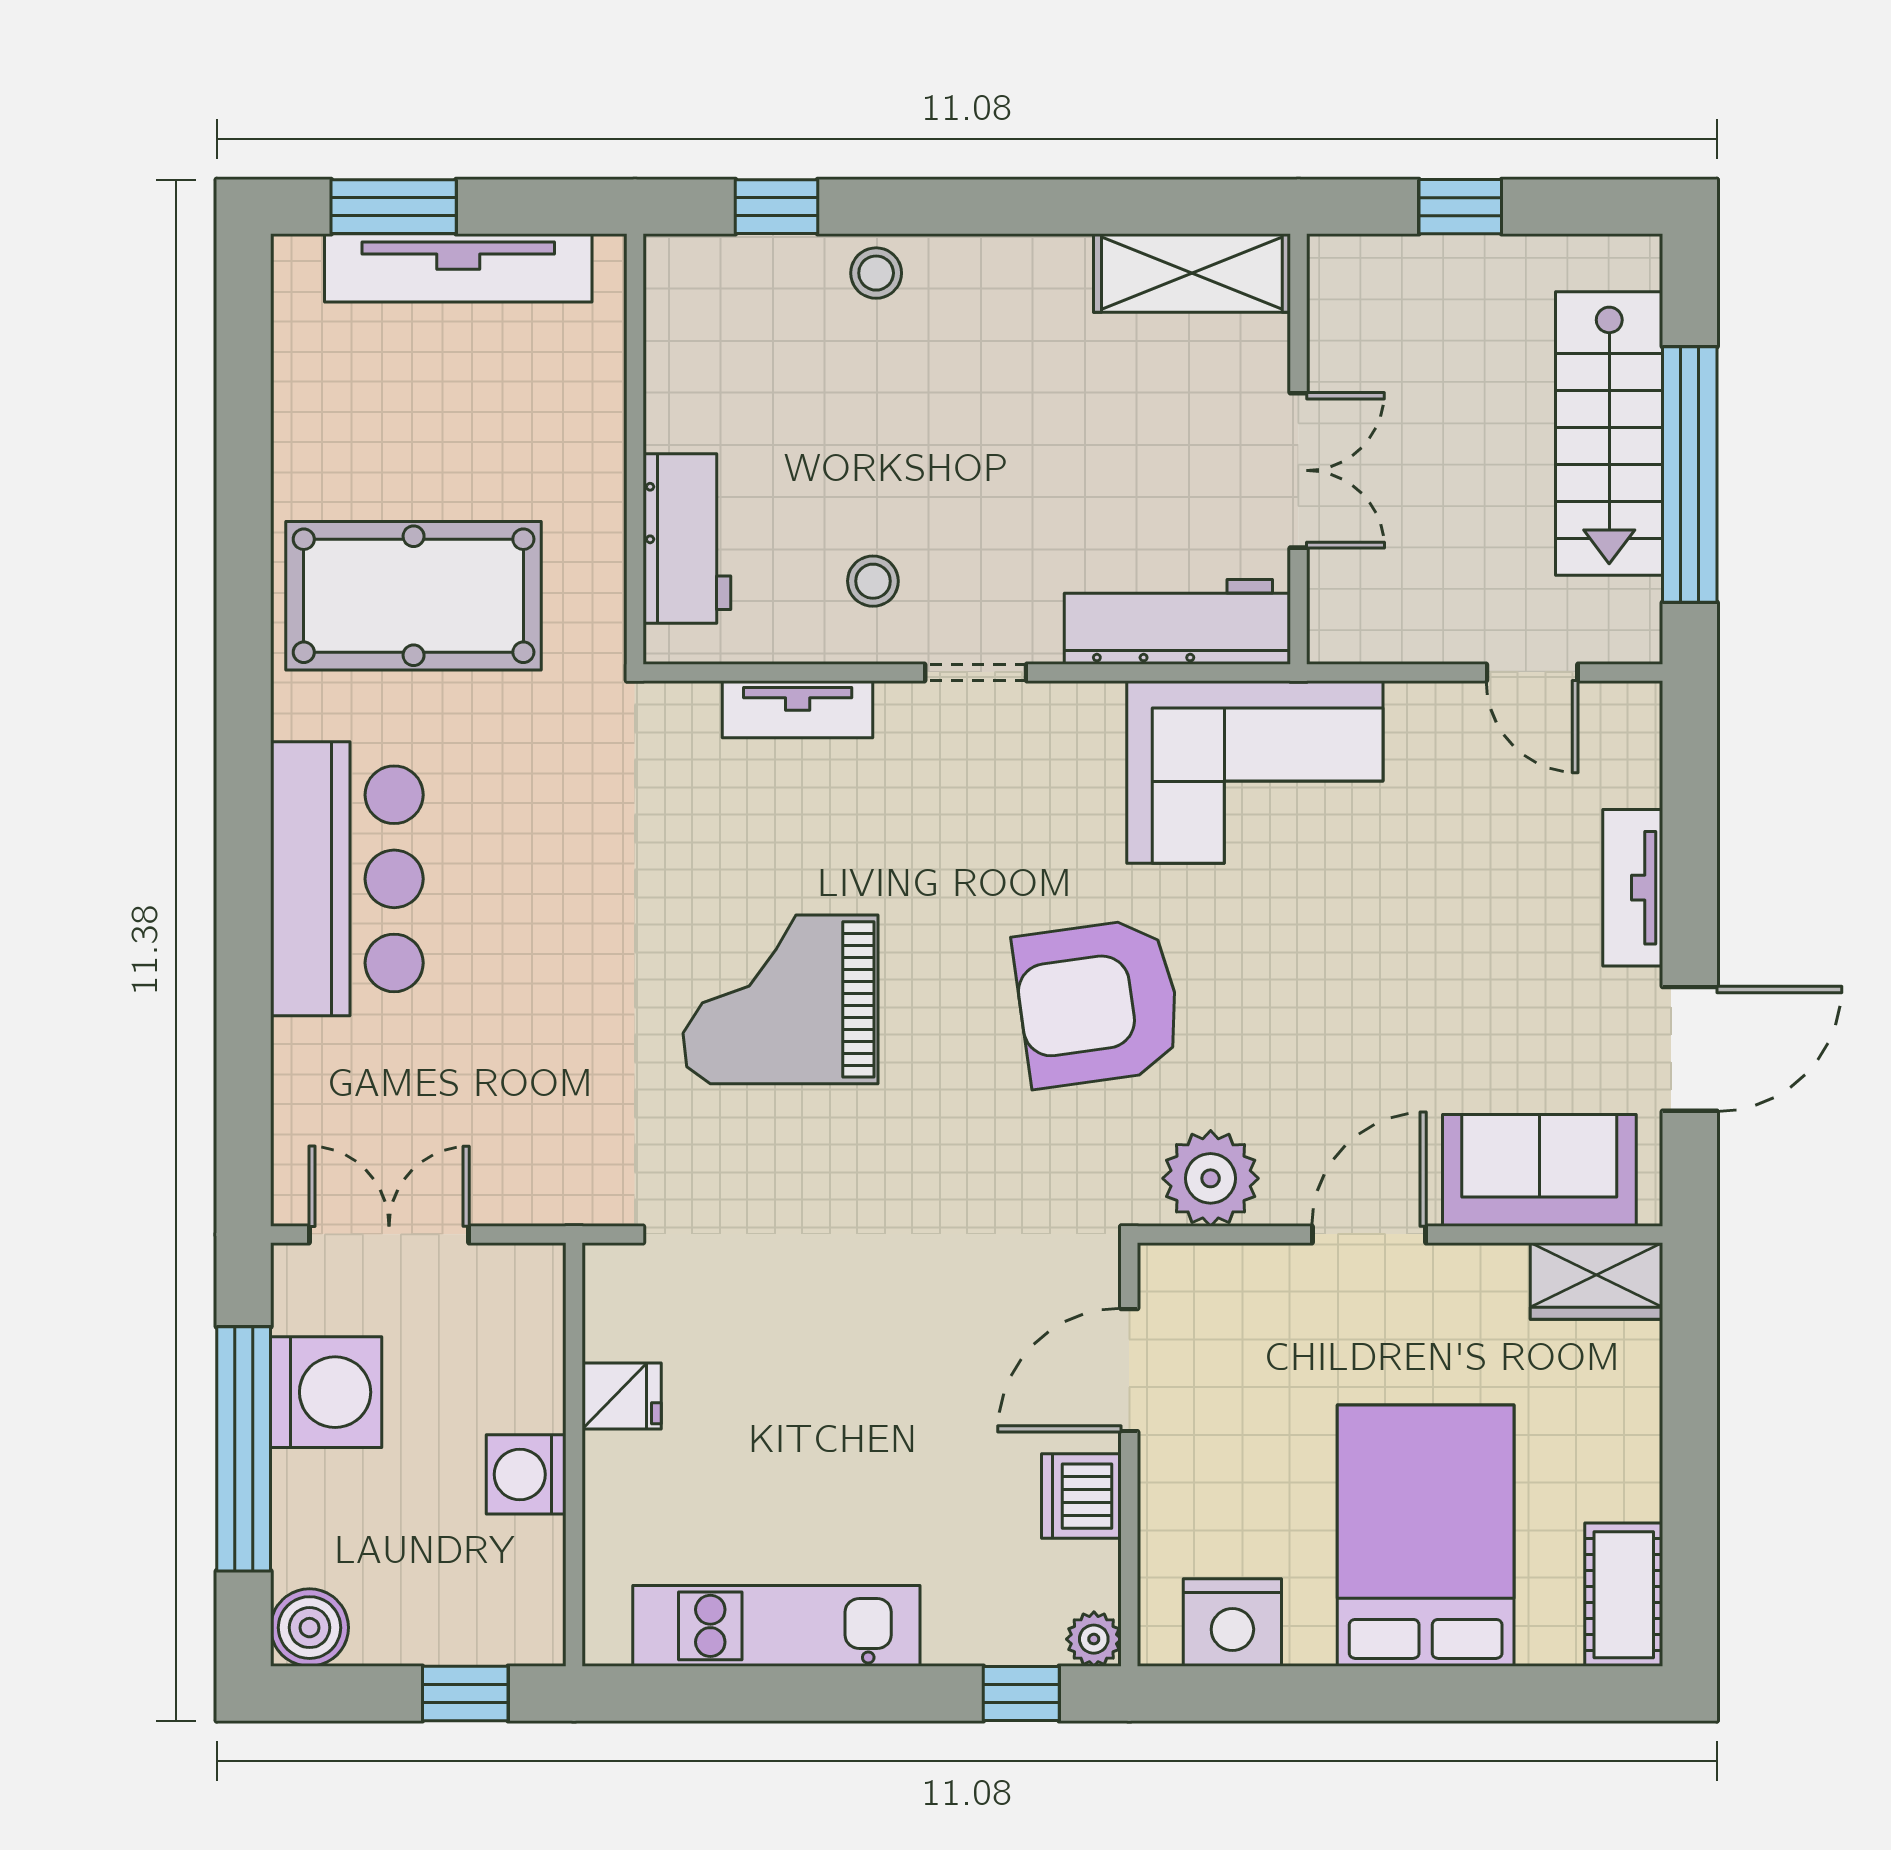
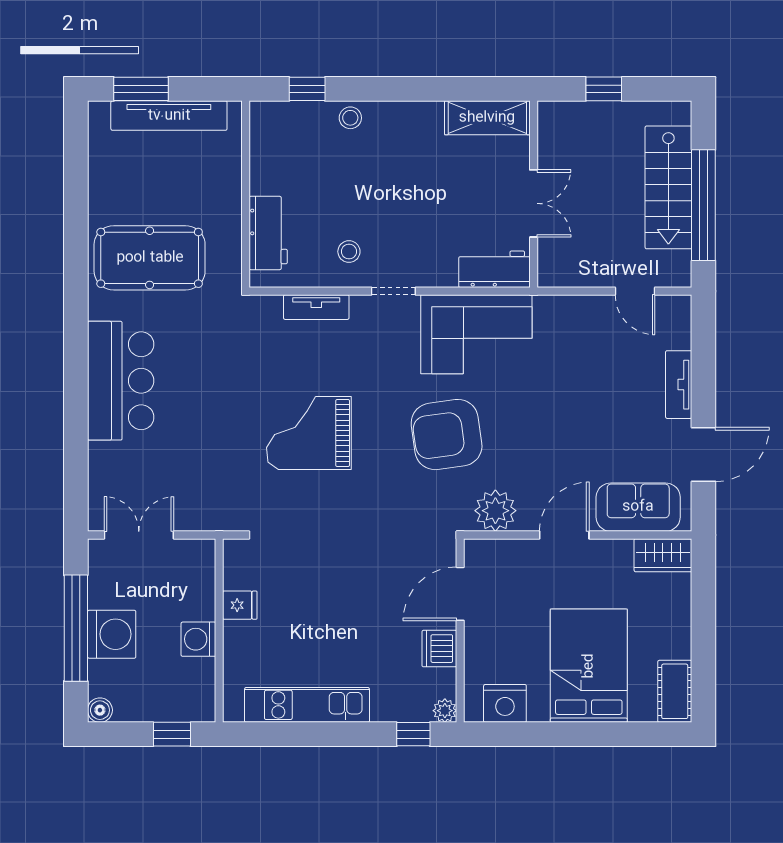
workbench: (1177, 622) -> (494, 269), width x0.73
corner sofa: (1255, 772) -> (476, 334), moved
washing machine: (326, 1392) -> (112, 634), moved
boiler: (310, 1628) -> (100, 710), width x0.73, depth x0.73

